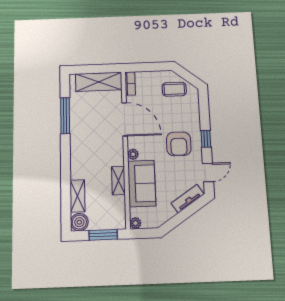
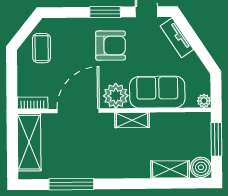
window: (206, 139) -> (105, 12), width x1.50
plant: (133, 154) -> (116, 96), width x1.87, depth x1.87
shelving: (118, 181) -> (132, 120), moved

